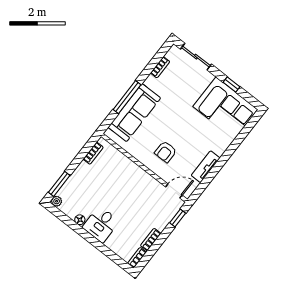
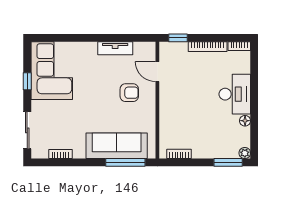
window: (127, 97) -> (125, 162), moved
door: (174, 191) -> (157, 72), moved
desk: (101, 224) -> (235, 94), width x1.37
bookcase: (151, 240) -> (208, 47), width x1.56

